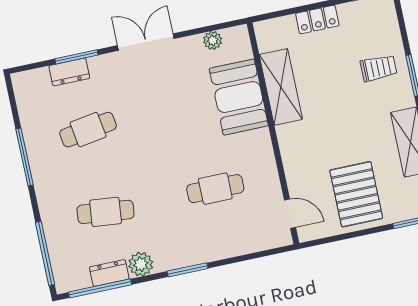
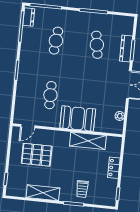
dresser: (69, 72) -> (126, 49), width x1.44
booth: (239, 97) -> (78, 118), moved
pallet: (356, 194) -> (37, 155), moved
plant: (141, 264) -> (26, 49), removed
dresser: (109, 273) -> (29, 17), moved

